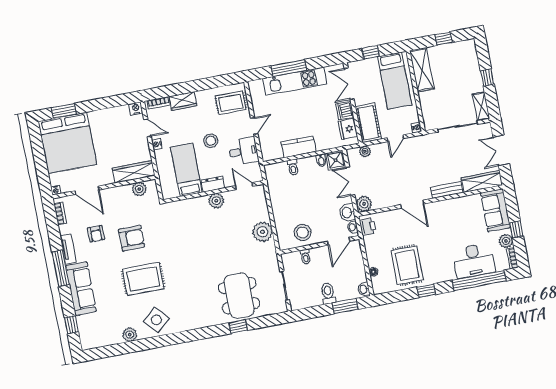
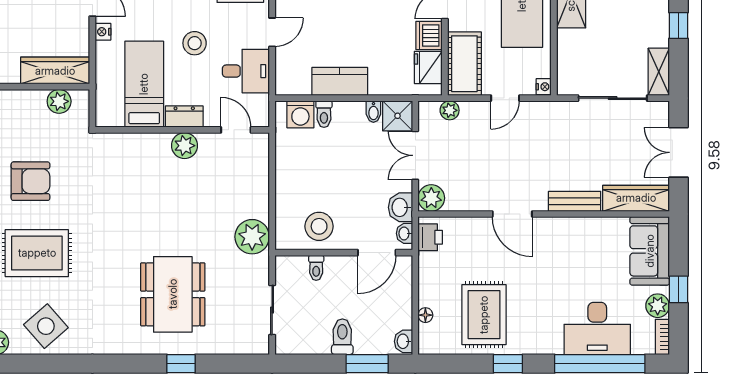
washing machine: (280, 170) -> (300, 114), added
plant: (263, 232) -> (252, 237), moved
dining table: (239, 296) -> (173, 294), moved

